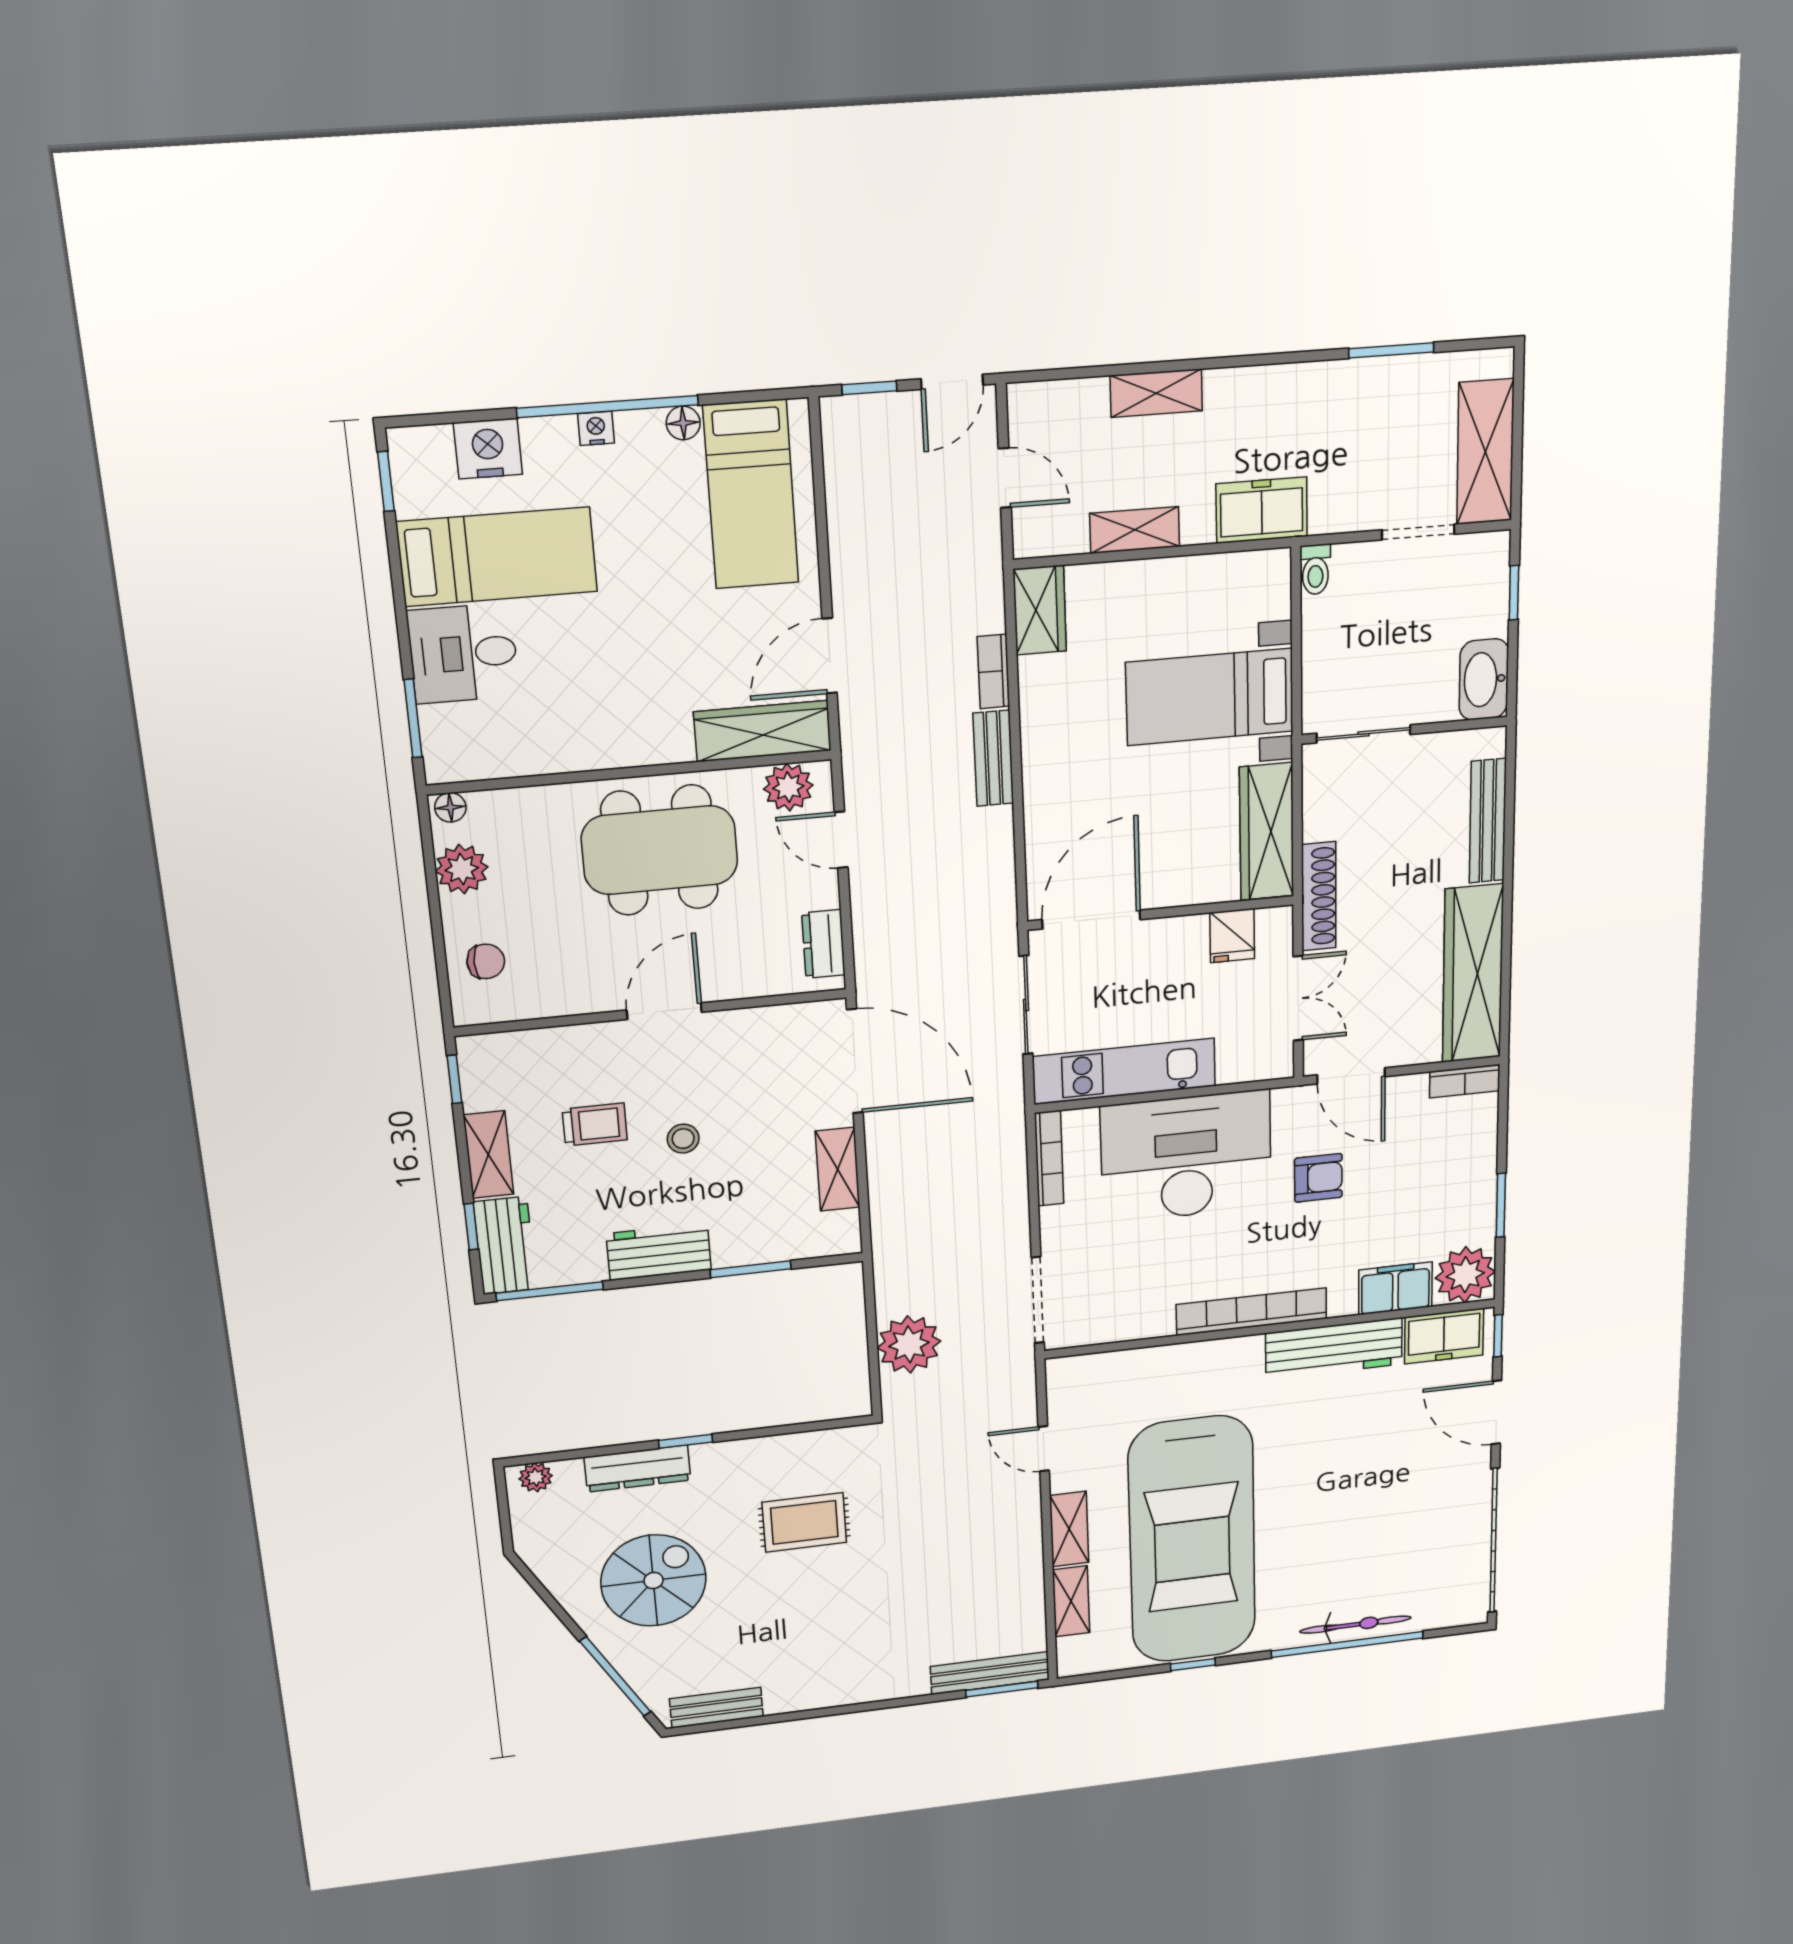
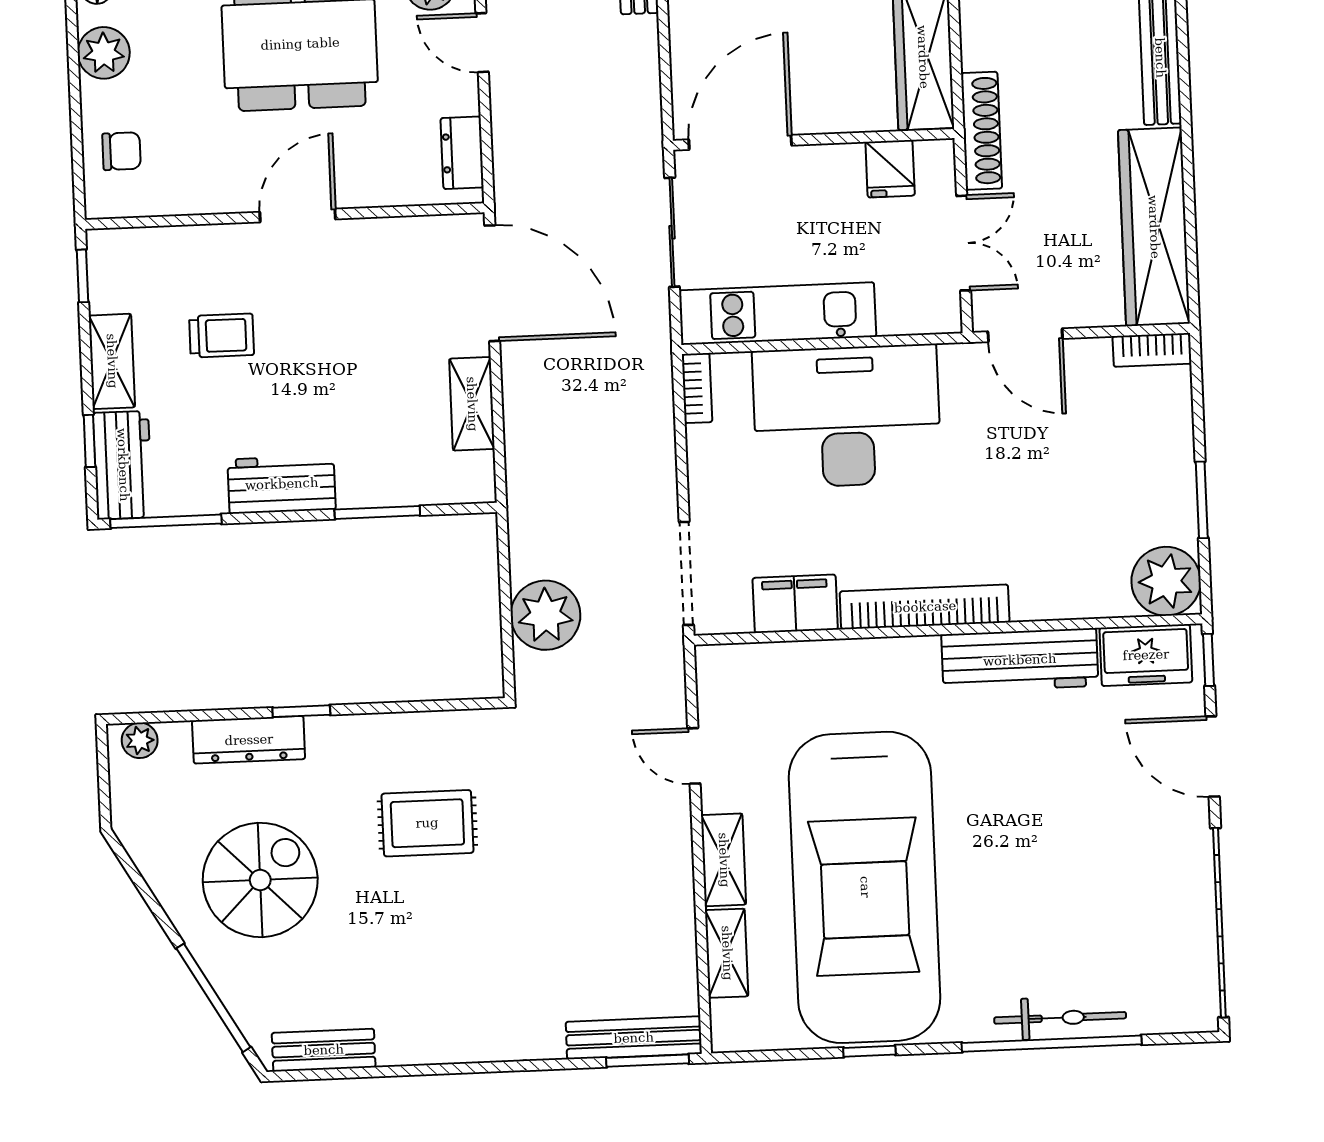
stool: (683, 1139) -> (312, 358), removed
bookcase: (1049, 1158) -> (697, 388), width x0.64
armchair: (1318, 1178) -> (994, 452), removed
filing cabinet: (1395, 1288) -> (795, 604), moved

